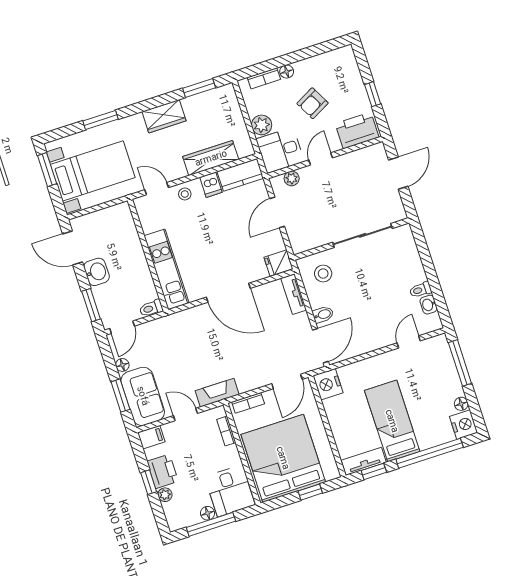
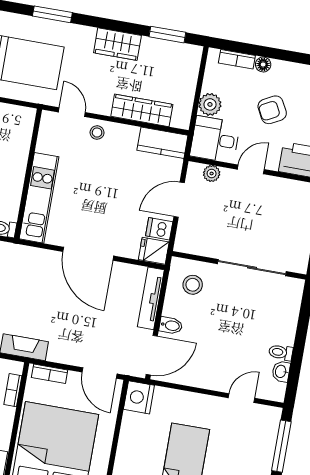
dishwasher: (211, 185) -> (159, 229), moved, turned 90
tv unit: (294, 294) -> (151, 298), width x1.41
door: (287, 381) -> (100, 373), hinge flipped

